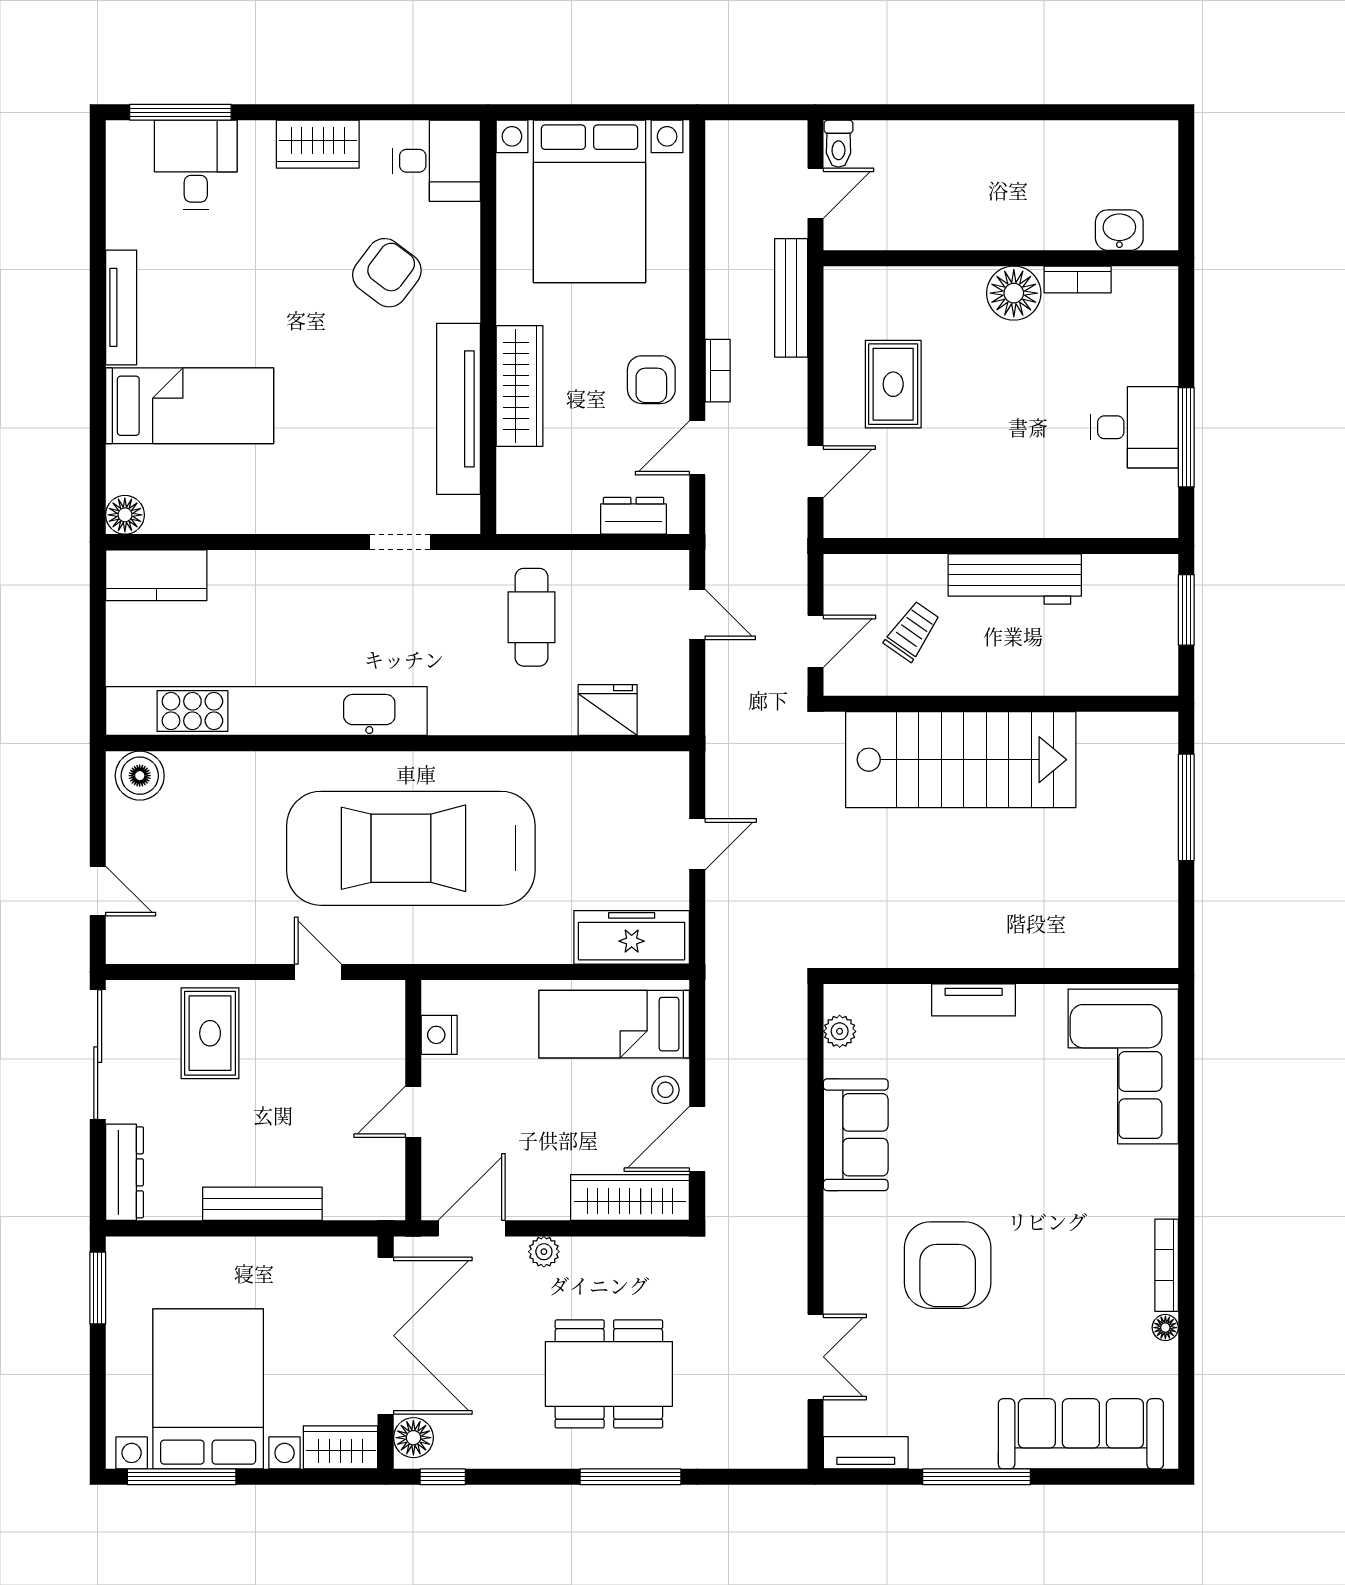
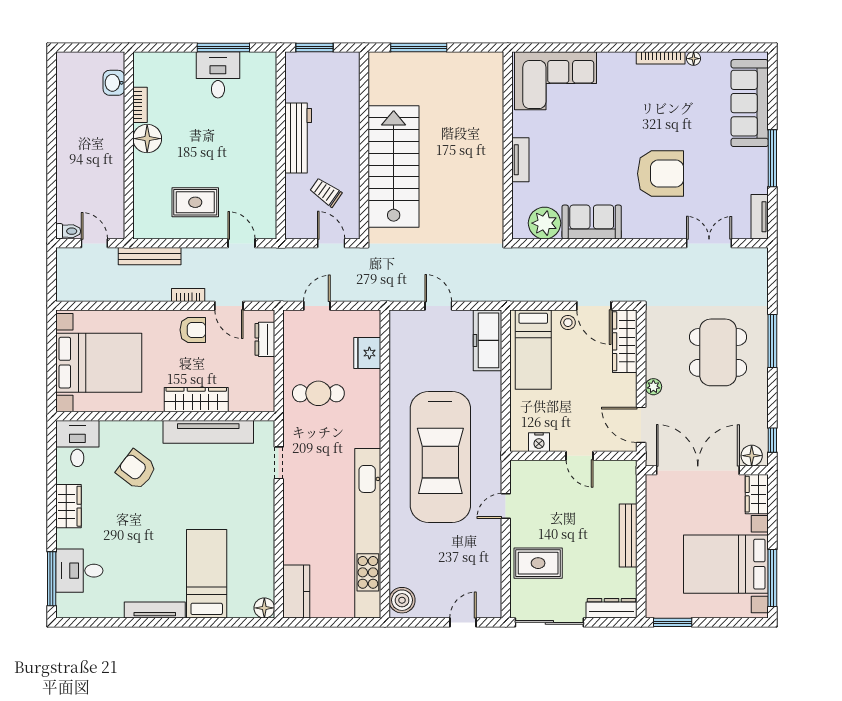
plant: (840, 1031) -> (545, 223), width x1.87, depth x1.87

